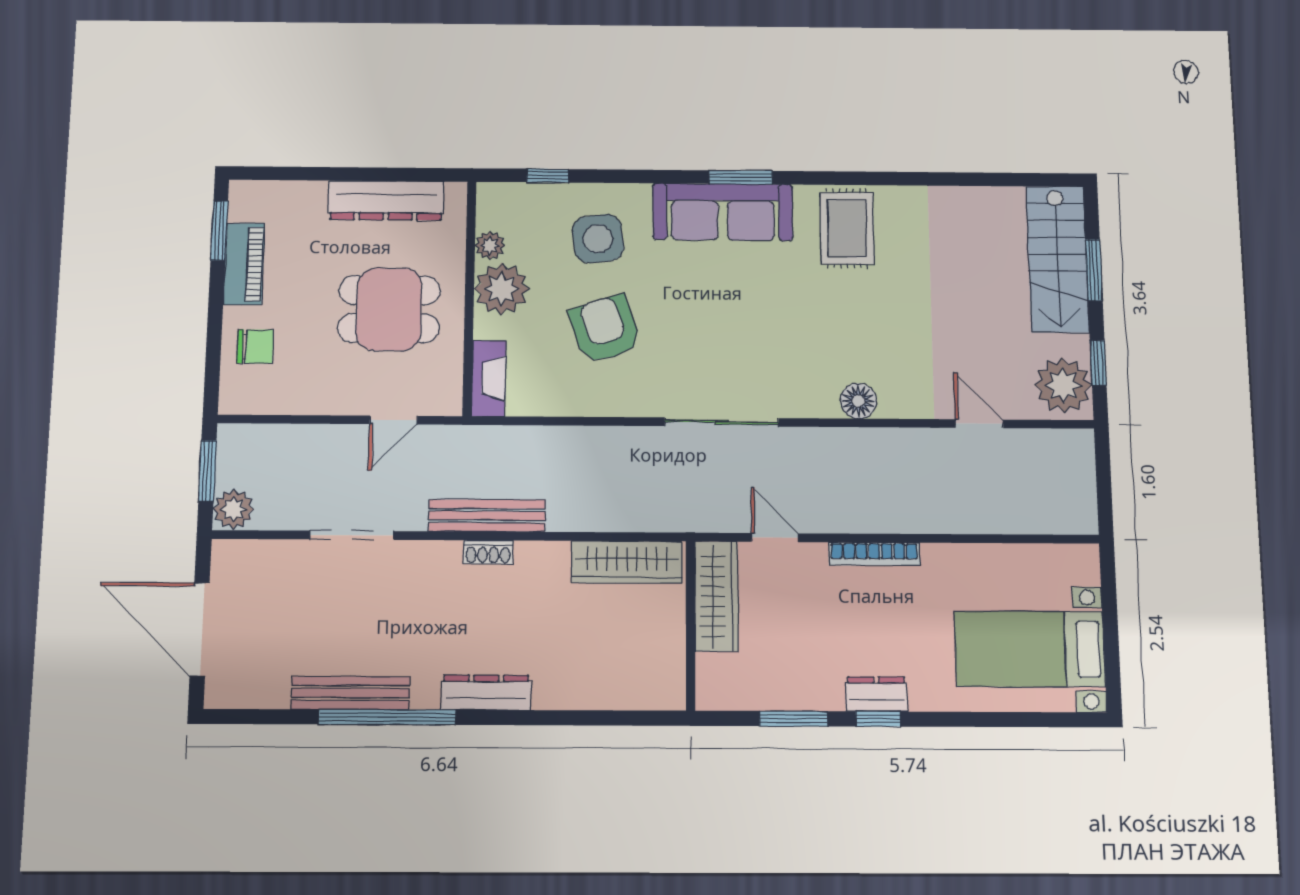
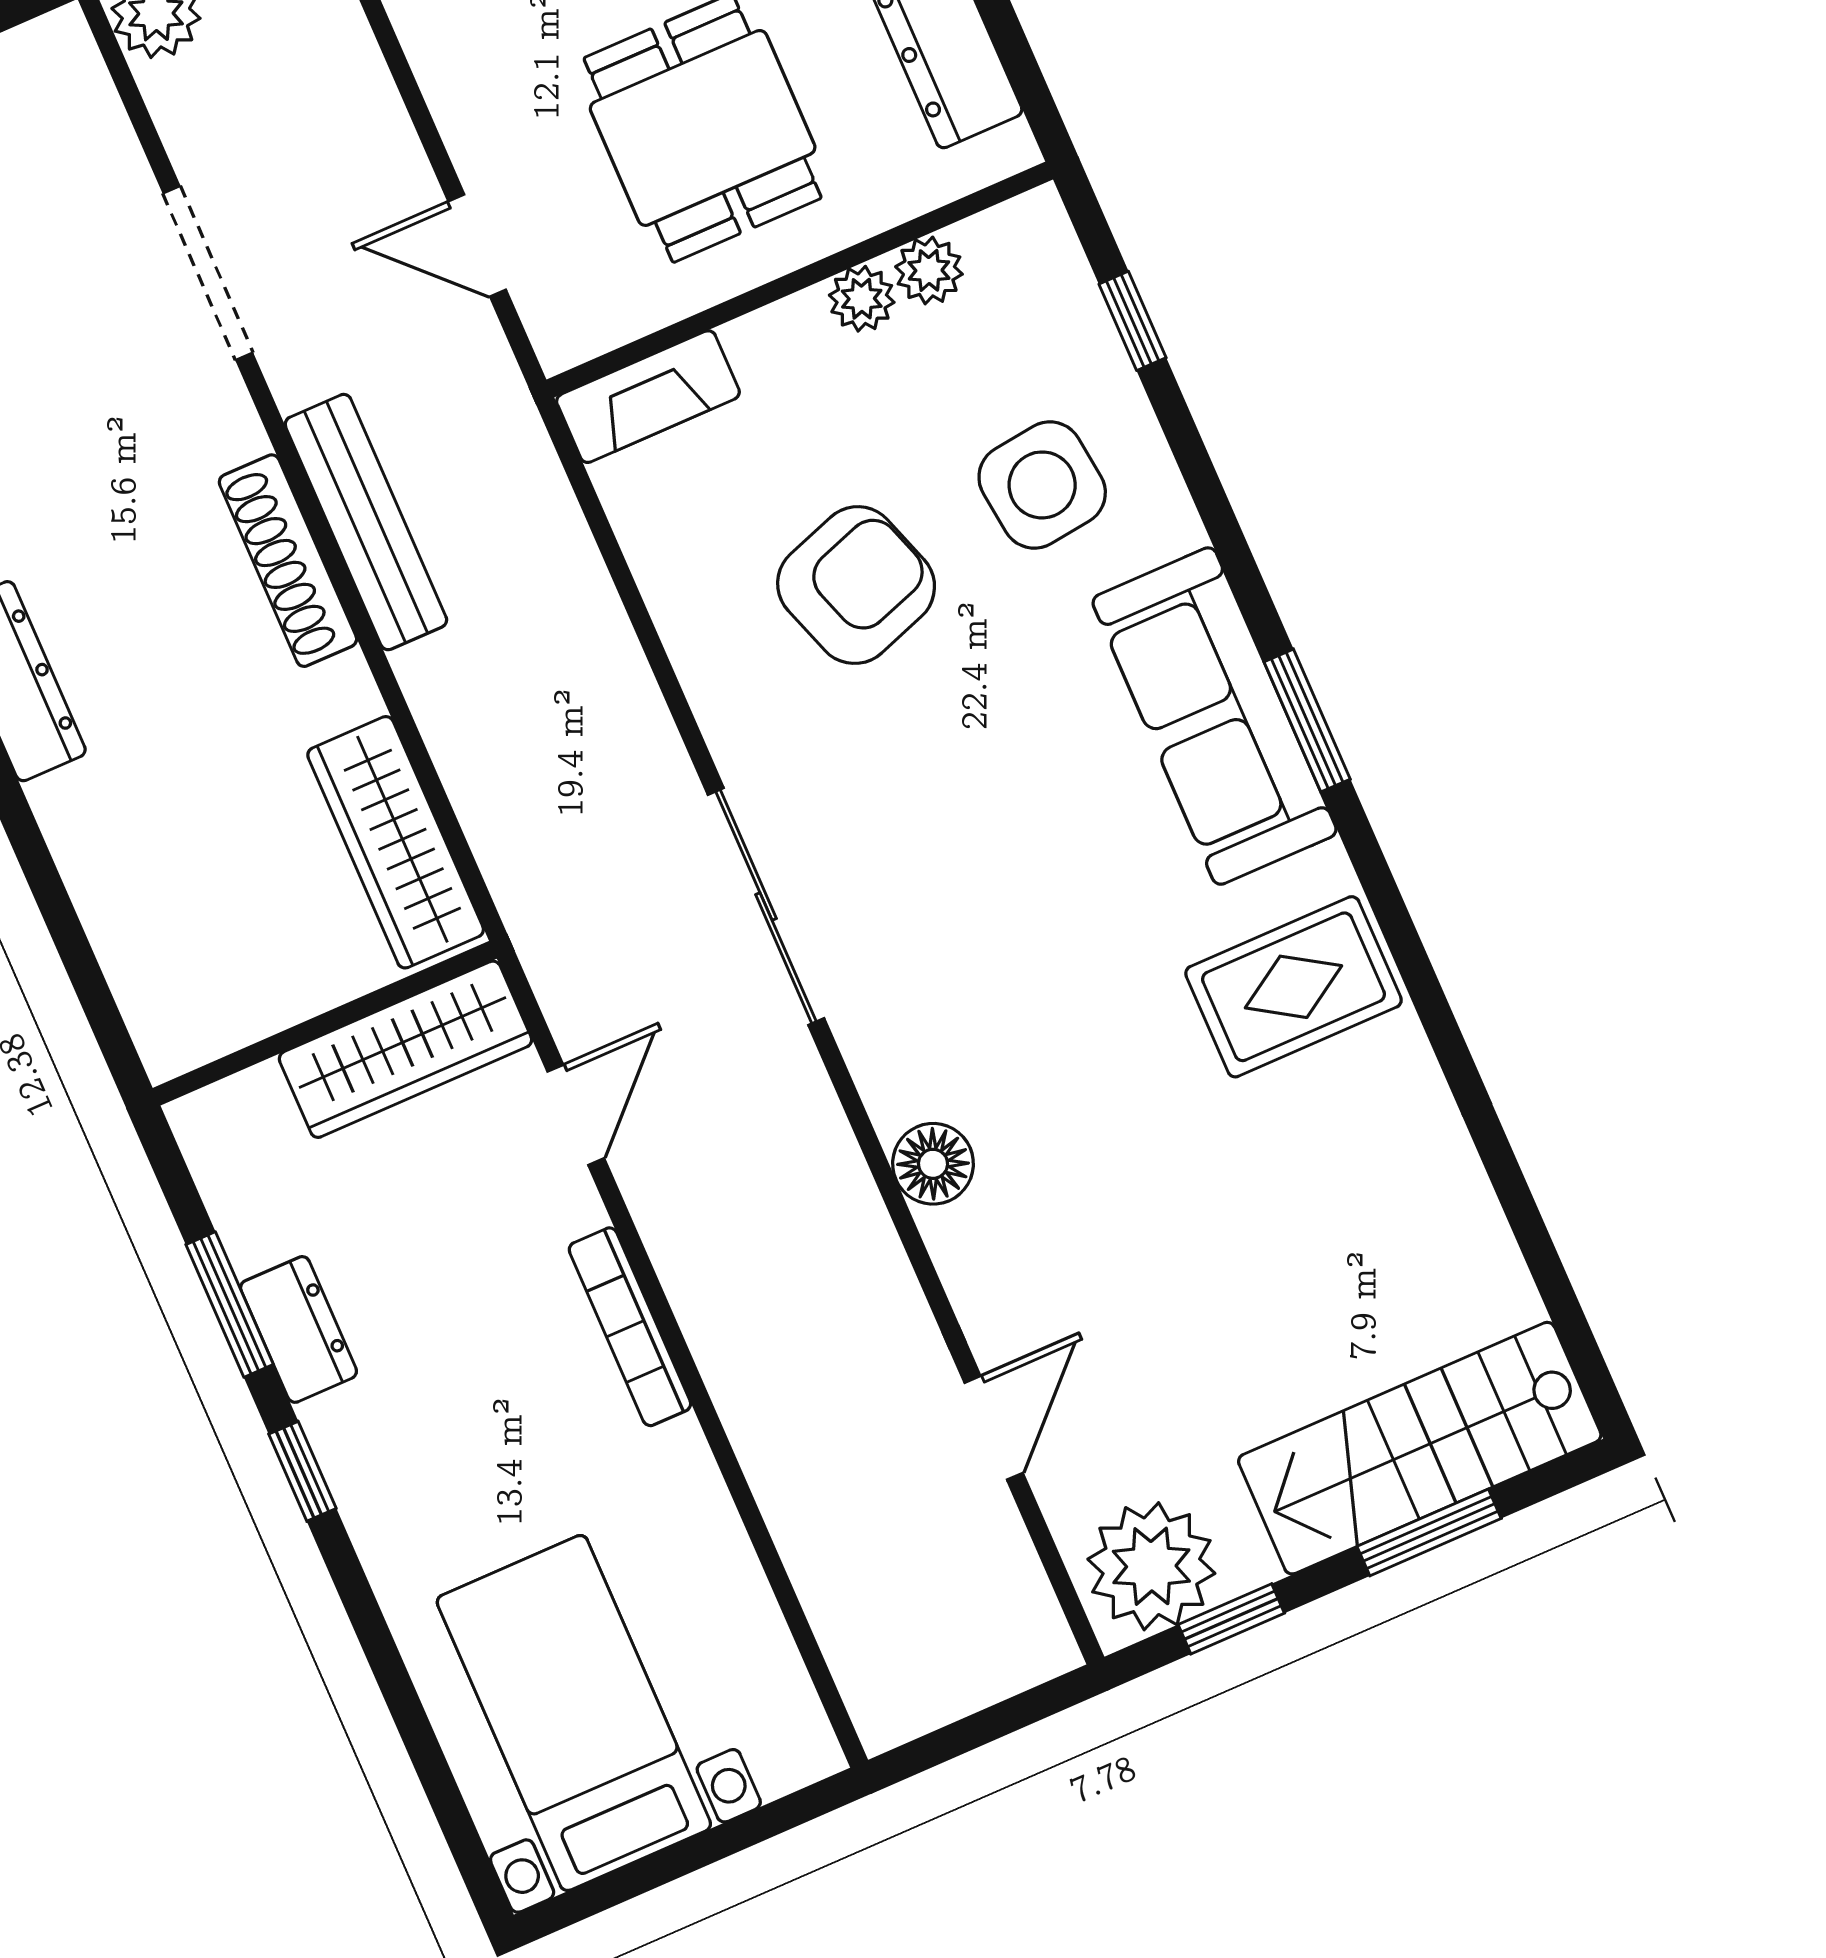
plant: (501, 289) -> (862, 299), width x0.53, depth x0.53
shoe rack: (488, 552) -> (288, 561), width x1.94, depth x1.24
dresser: (876, 694) -> (299, 1329), moved

